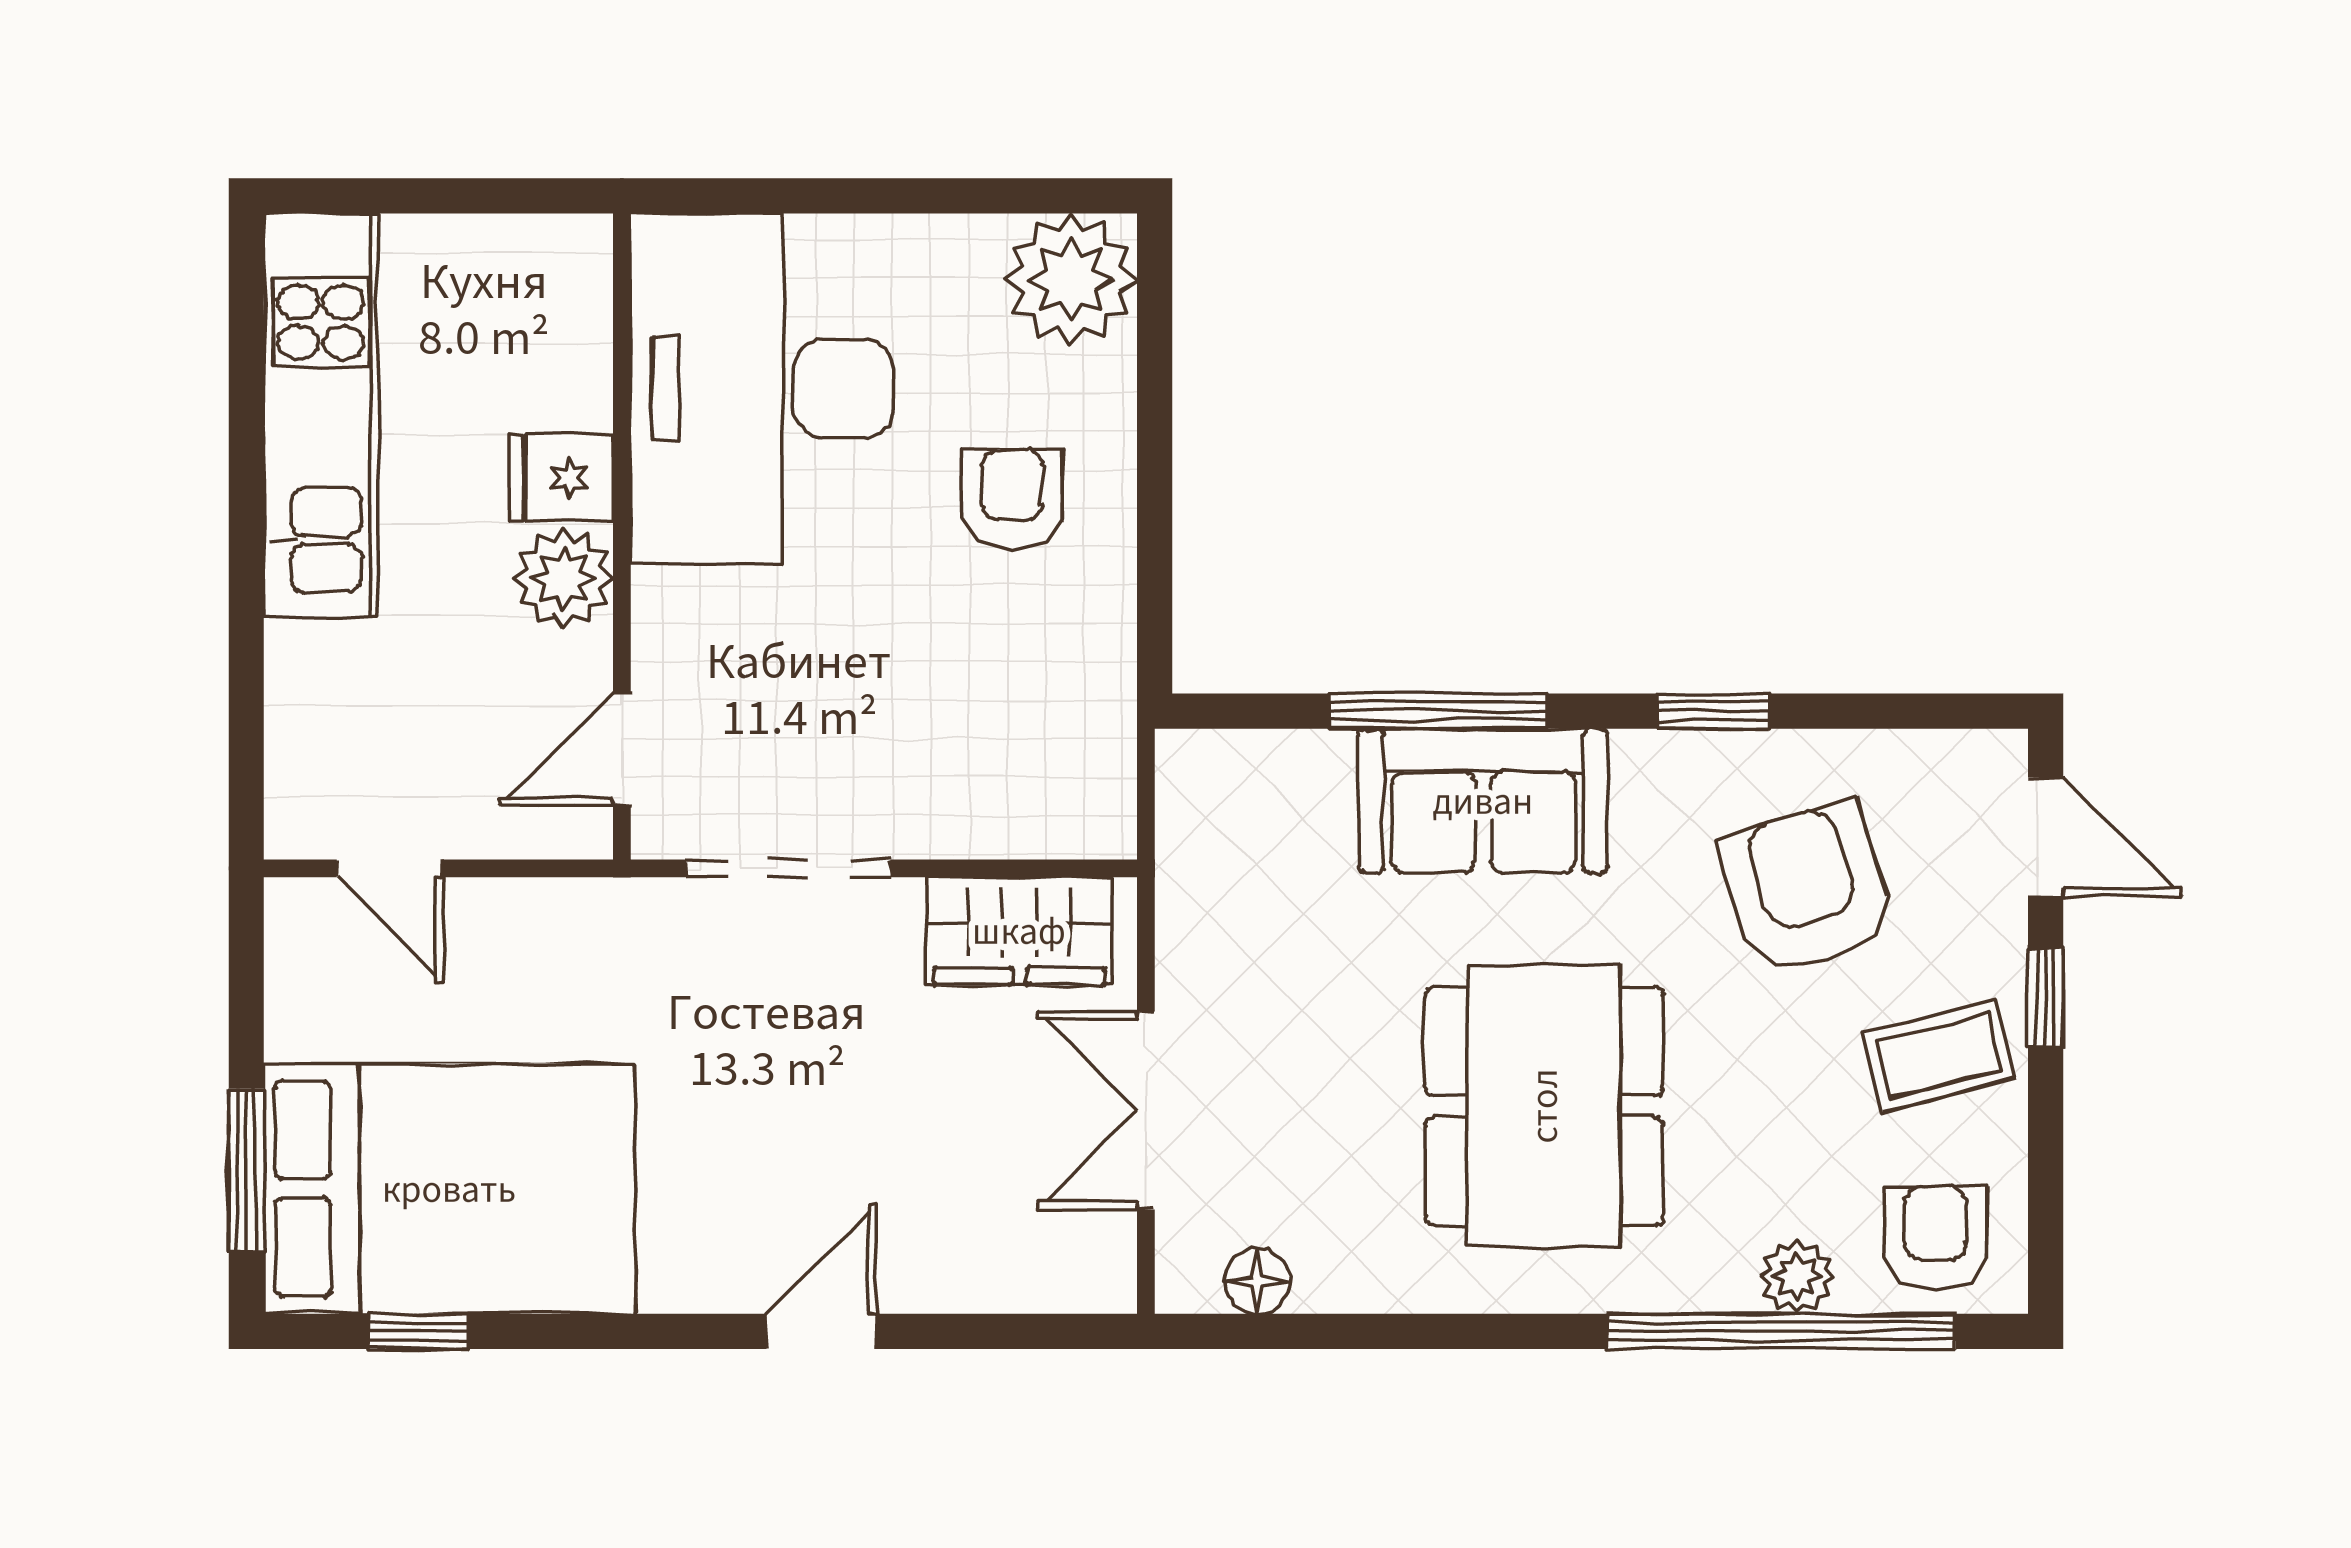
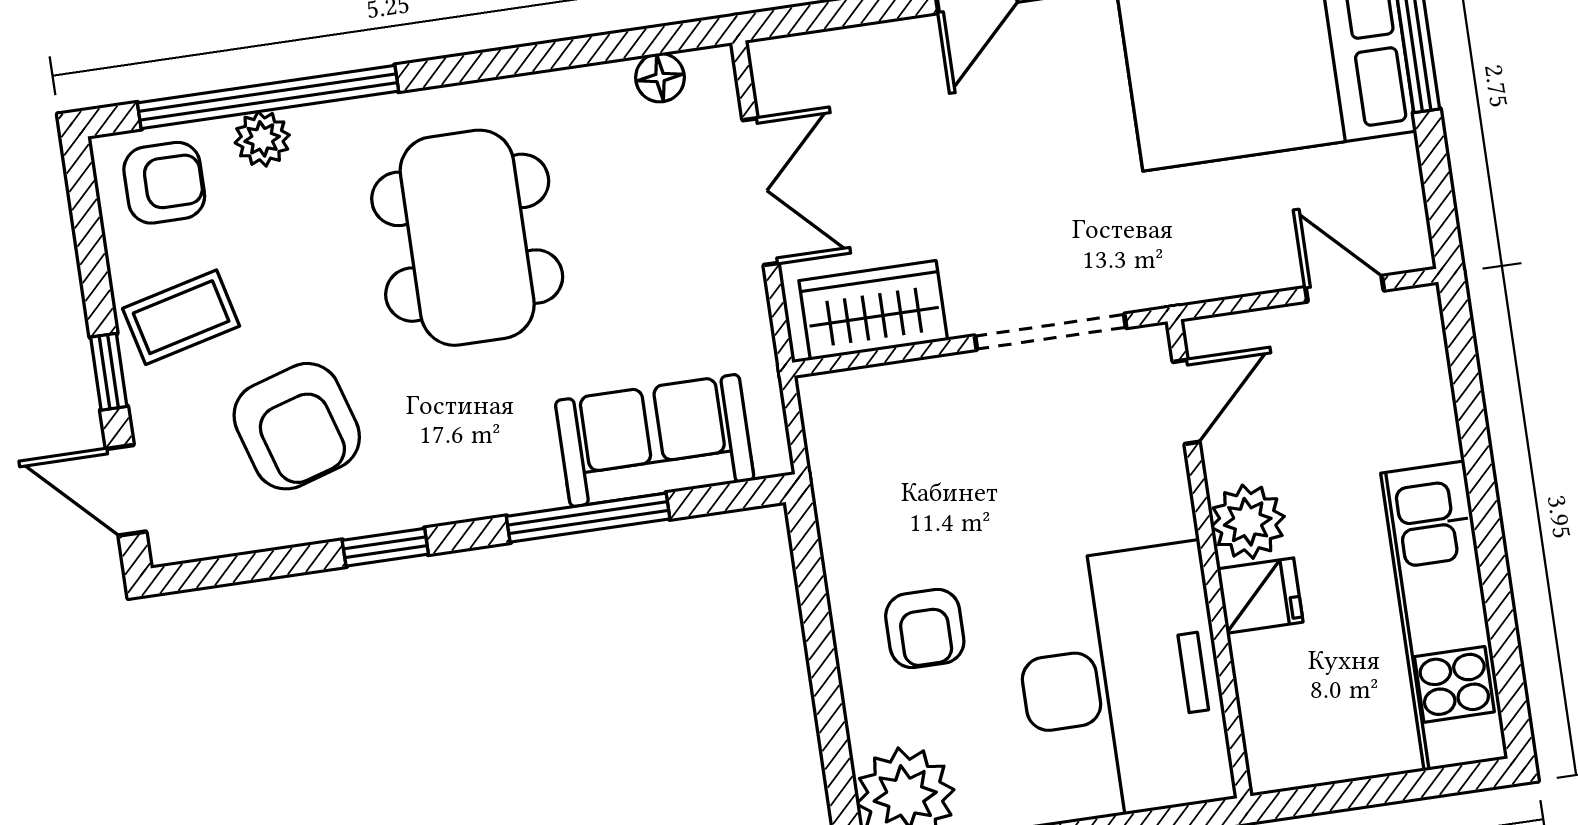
sofa: (1483, 801) -> (655, 440), moved
armchair: (1935, 1238) -> (164, 183), turned -90

